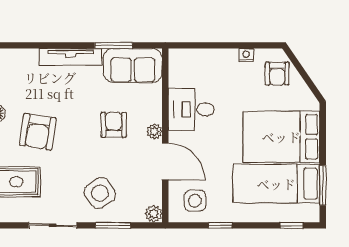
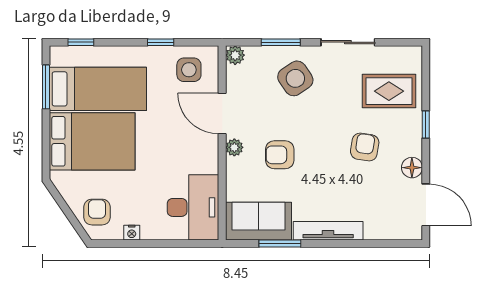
desk: (191, 109) -> (193, 207), moved, width x1.37
armchair: (114, 125) -> (280, 155), turned 90
armchair: (38, 132) -> (365, 147), width x0.72, depth x0.72

